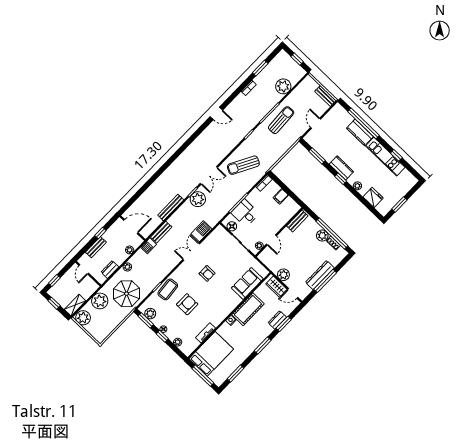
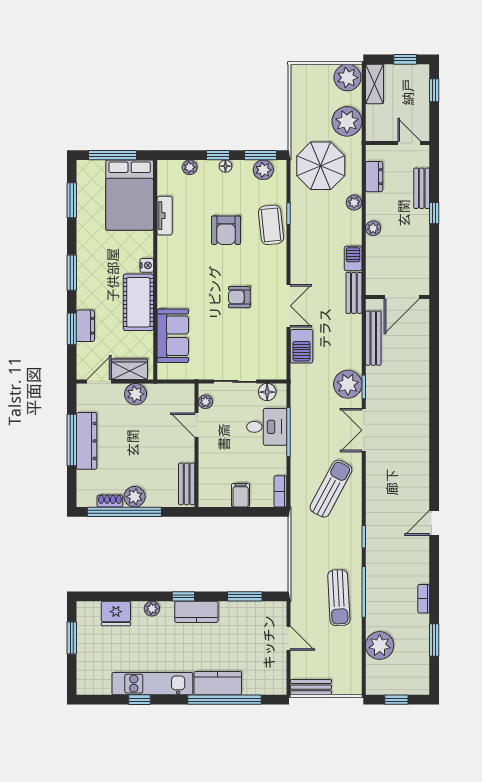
door: (131, 227) -> (402, 297), moved
wall: (133, 228) -> (397, 297), moved

